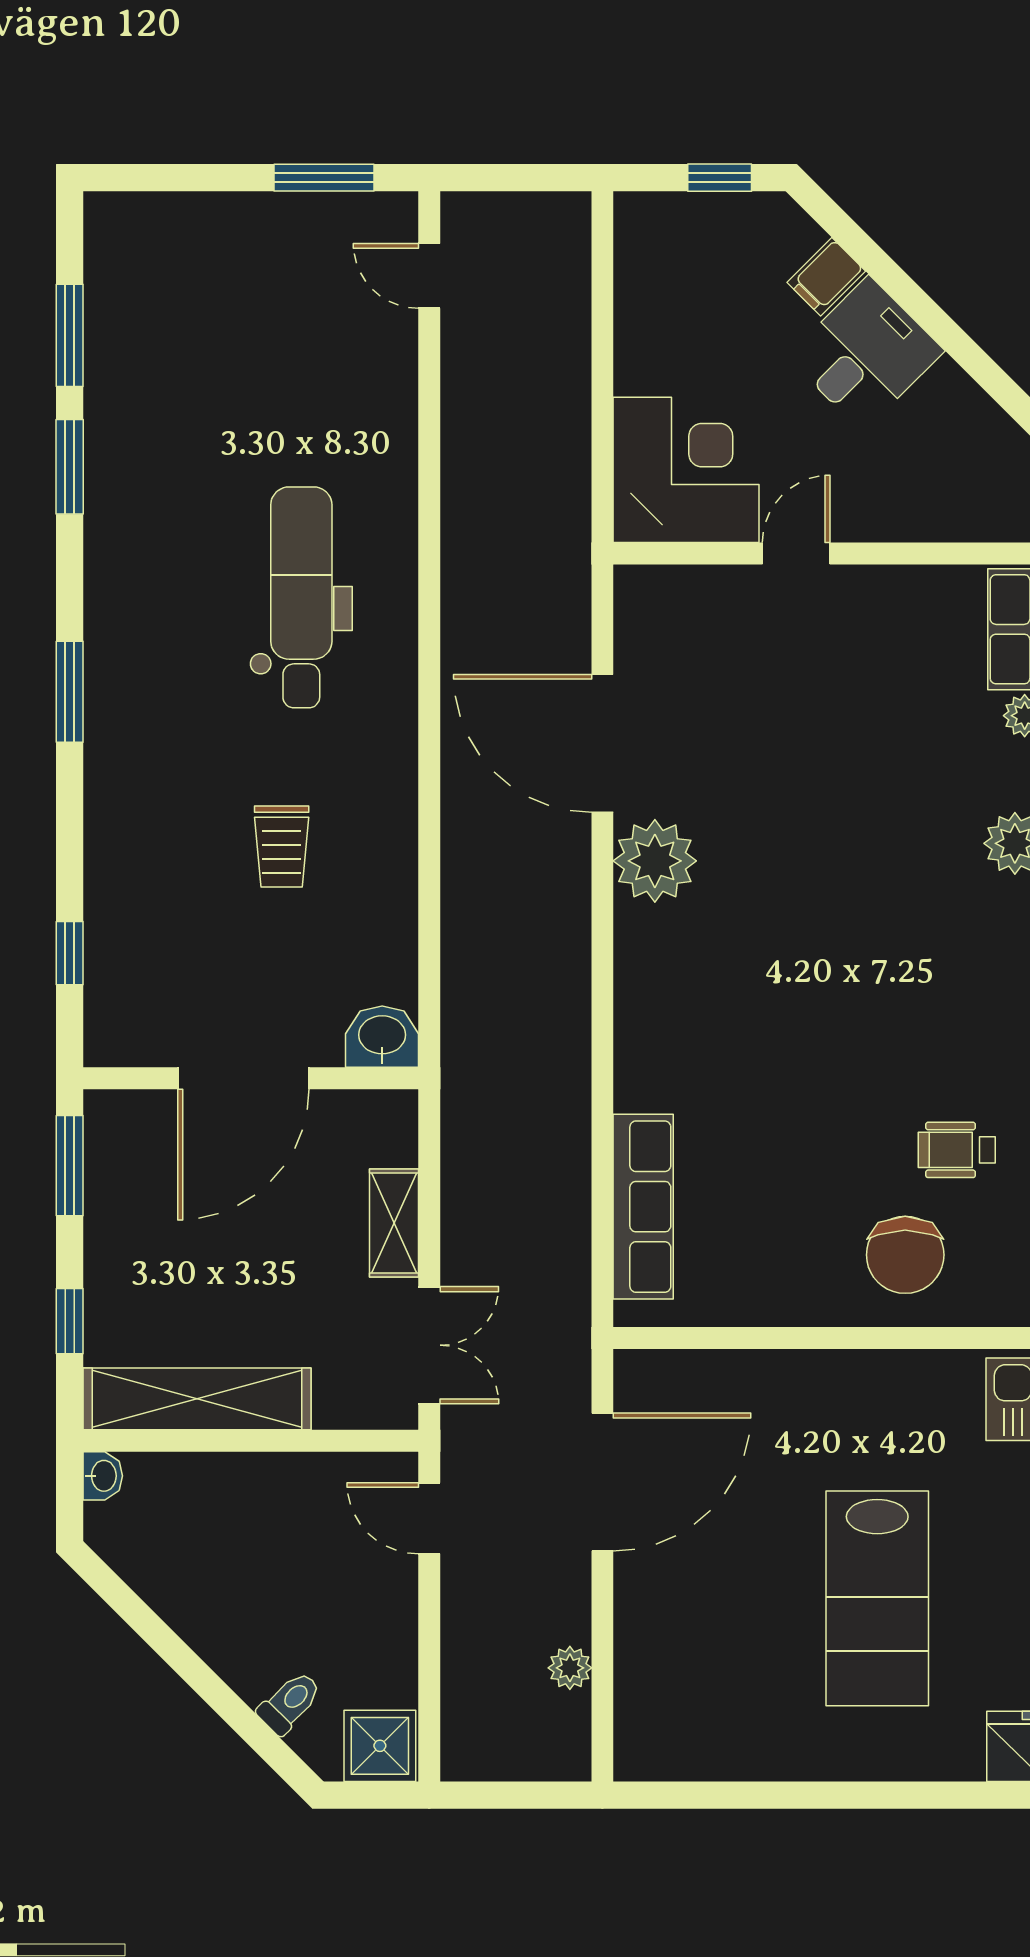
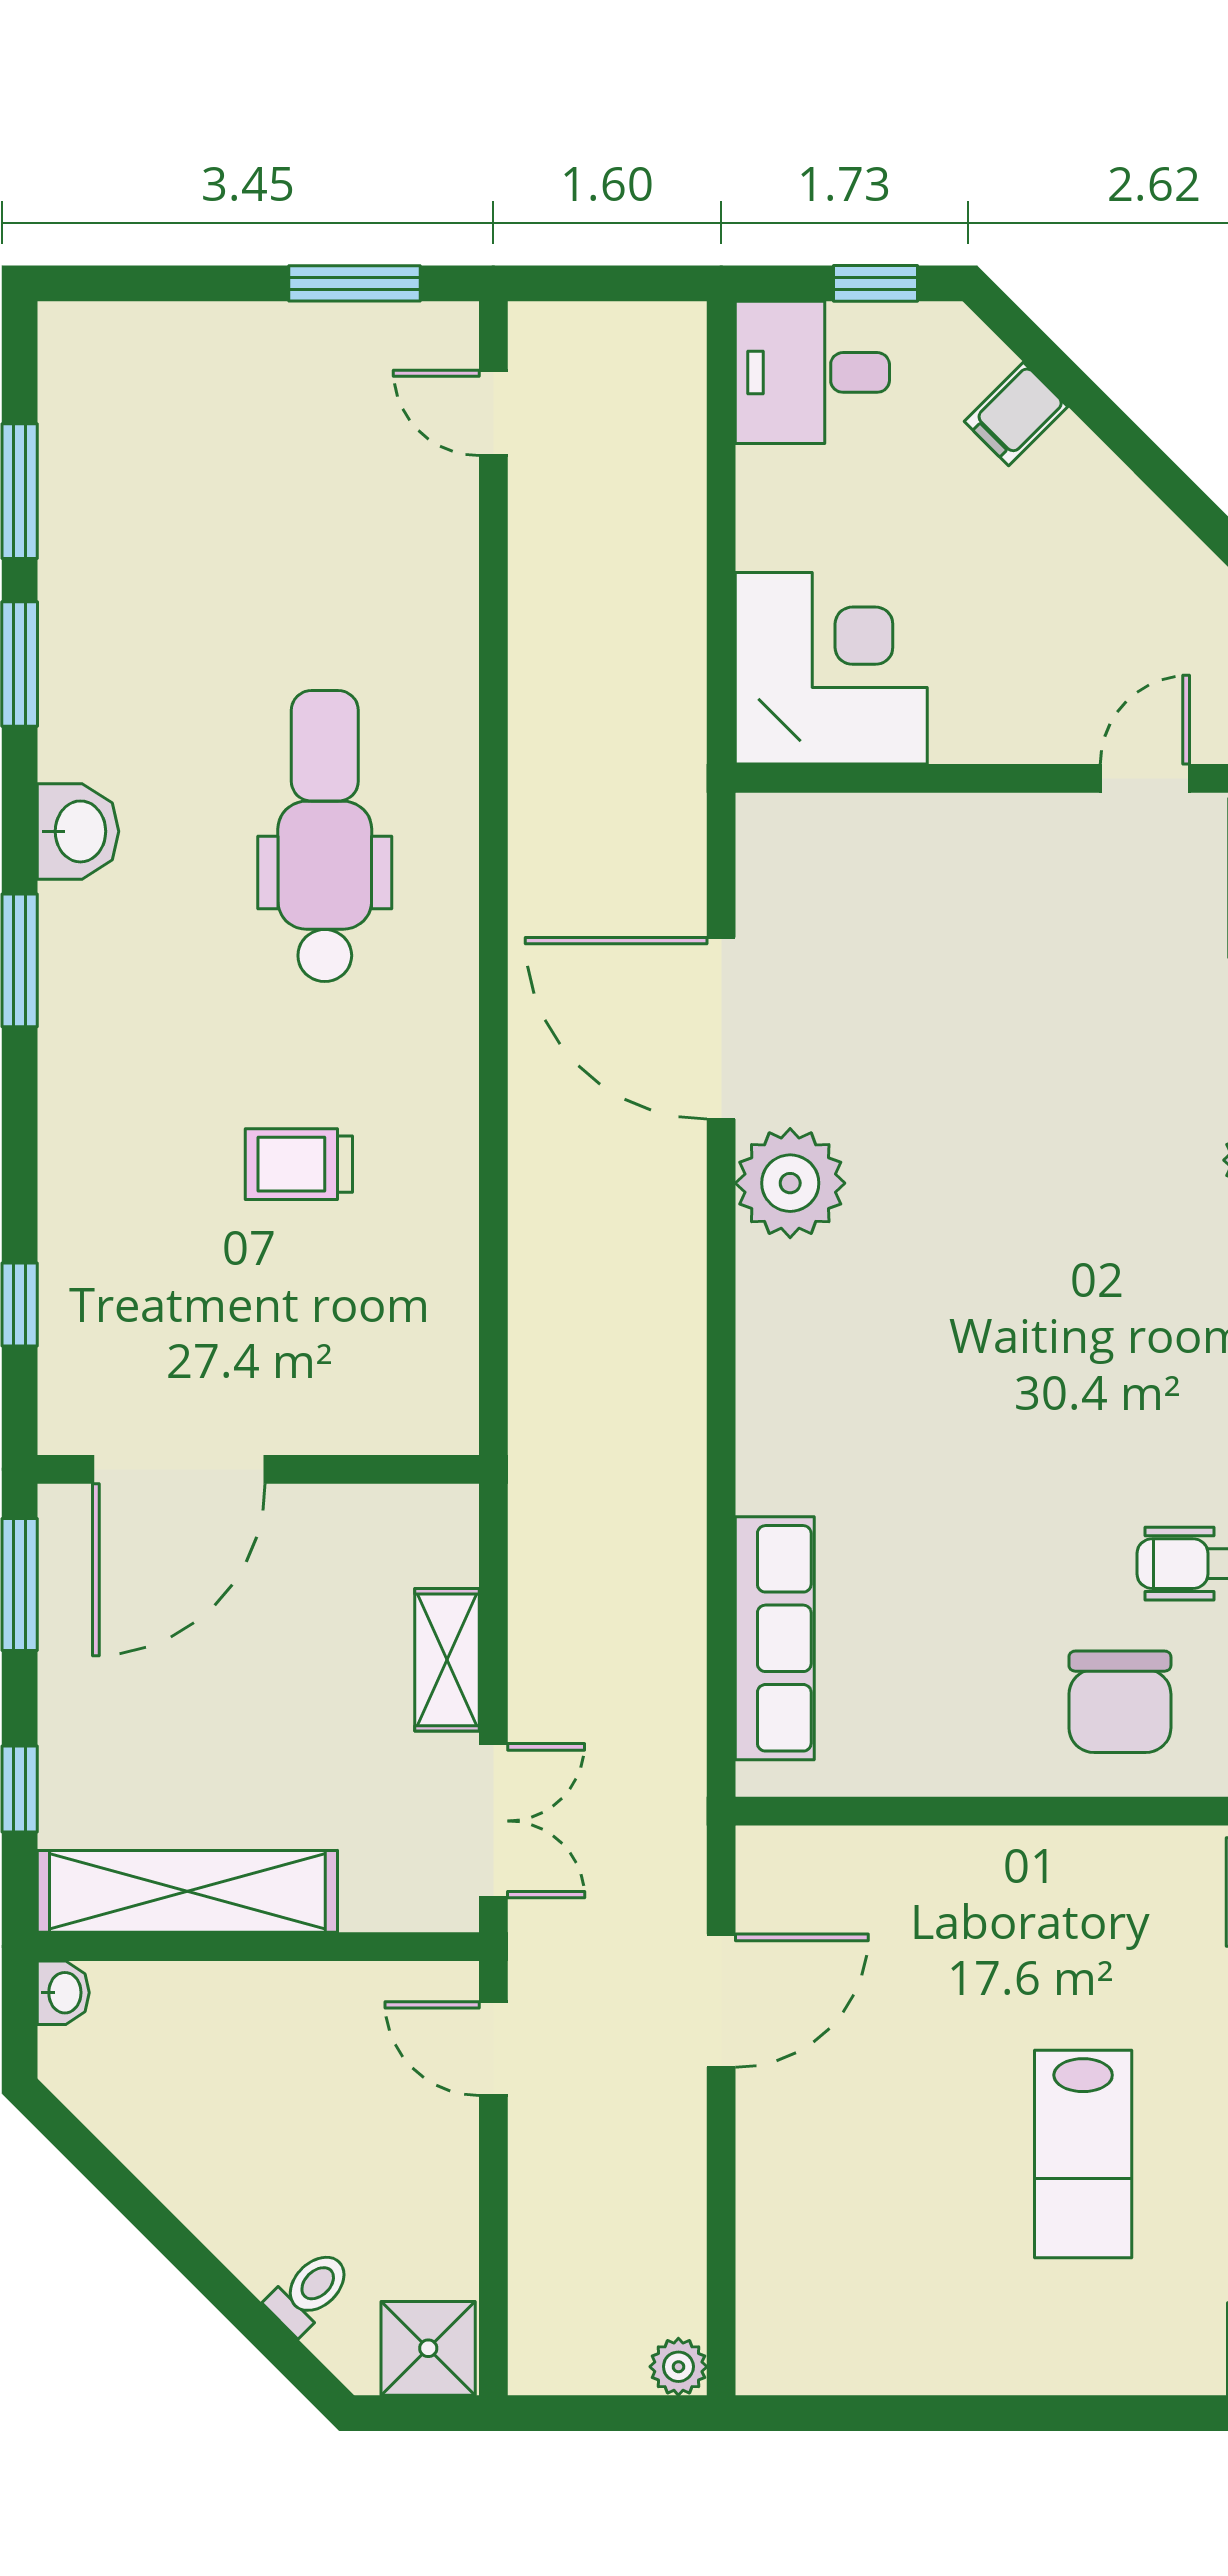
desk: (866, 354) -> (812, 372), moved, turned -135
door: (796, 554) -> (1145, 778), moved
trolley: (282, 846) -> (299, 1164), turned 90
washbasin: (382, 1037) -> (78, 831), moved, turned 90
door: (243, 1078) -> (179, 1469), moved
door: (602, 1482) -> (721, 2001), width x0.73
lab bench: (877, 1598) -> (1083, 2154), width x0.73, depth x0.72
plant: (570, 1668) -> (678, 2367), moved

